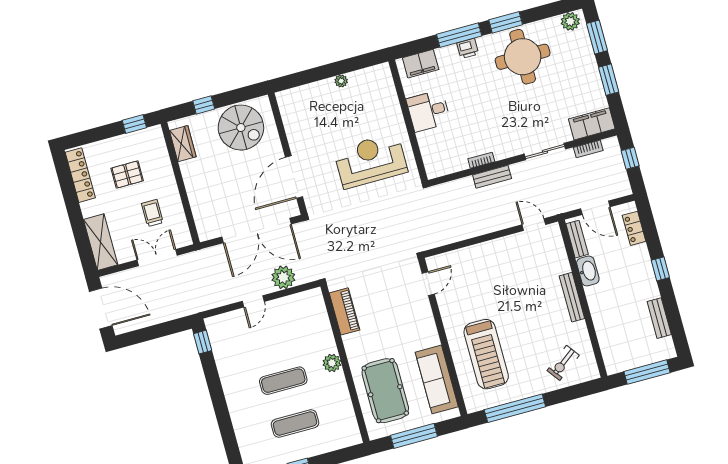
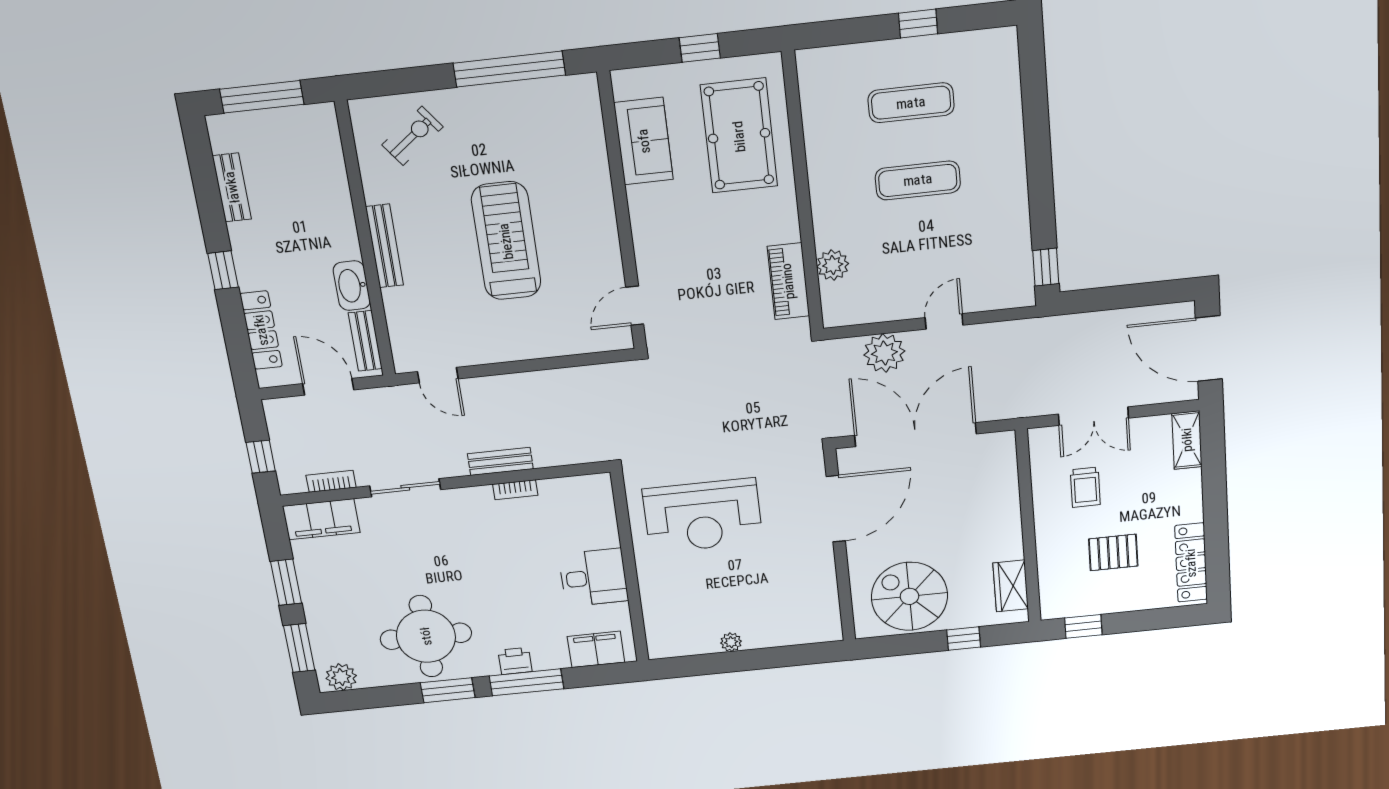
locker: (634, 228) -> (261, 330), width x1.53
shelving: (101, 242) -> (1187, 440), width x0.67, depth x0.75
treadmill: (486, 354) -> (506, 241), moved
plant: (332, 363) -> (833, 265), moved
sofa: (437, 379) -> (644, 141), width x0.73
window: (414, 436) -> (700, 48), width x0.46

